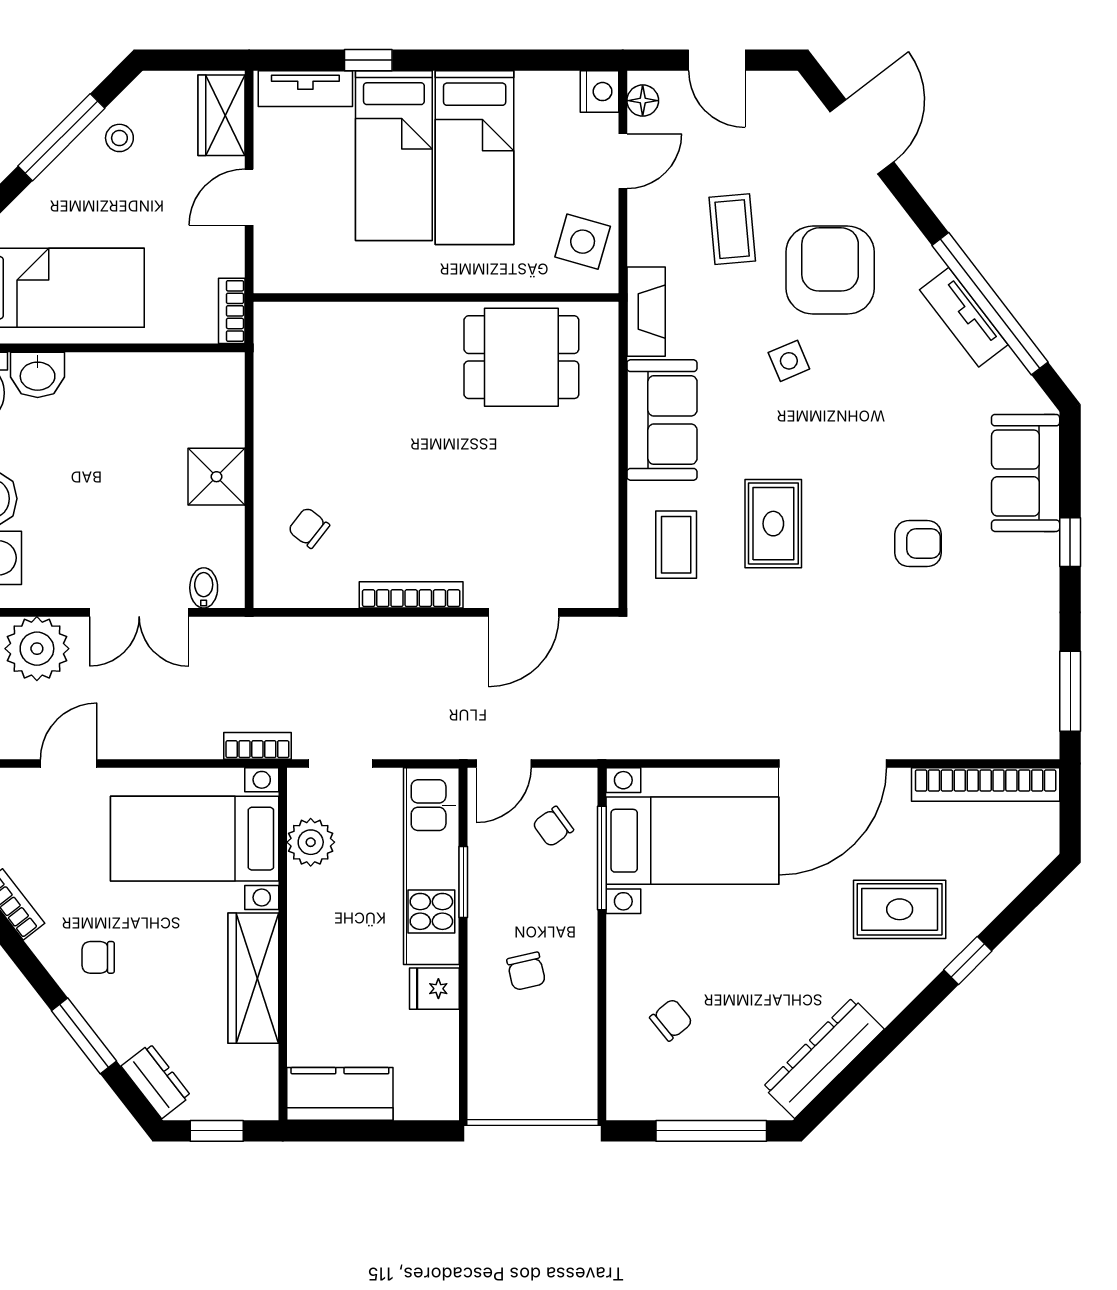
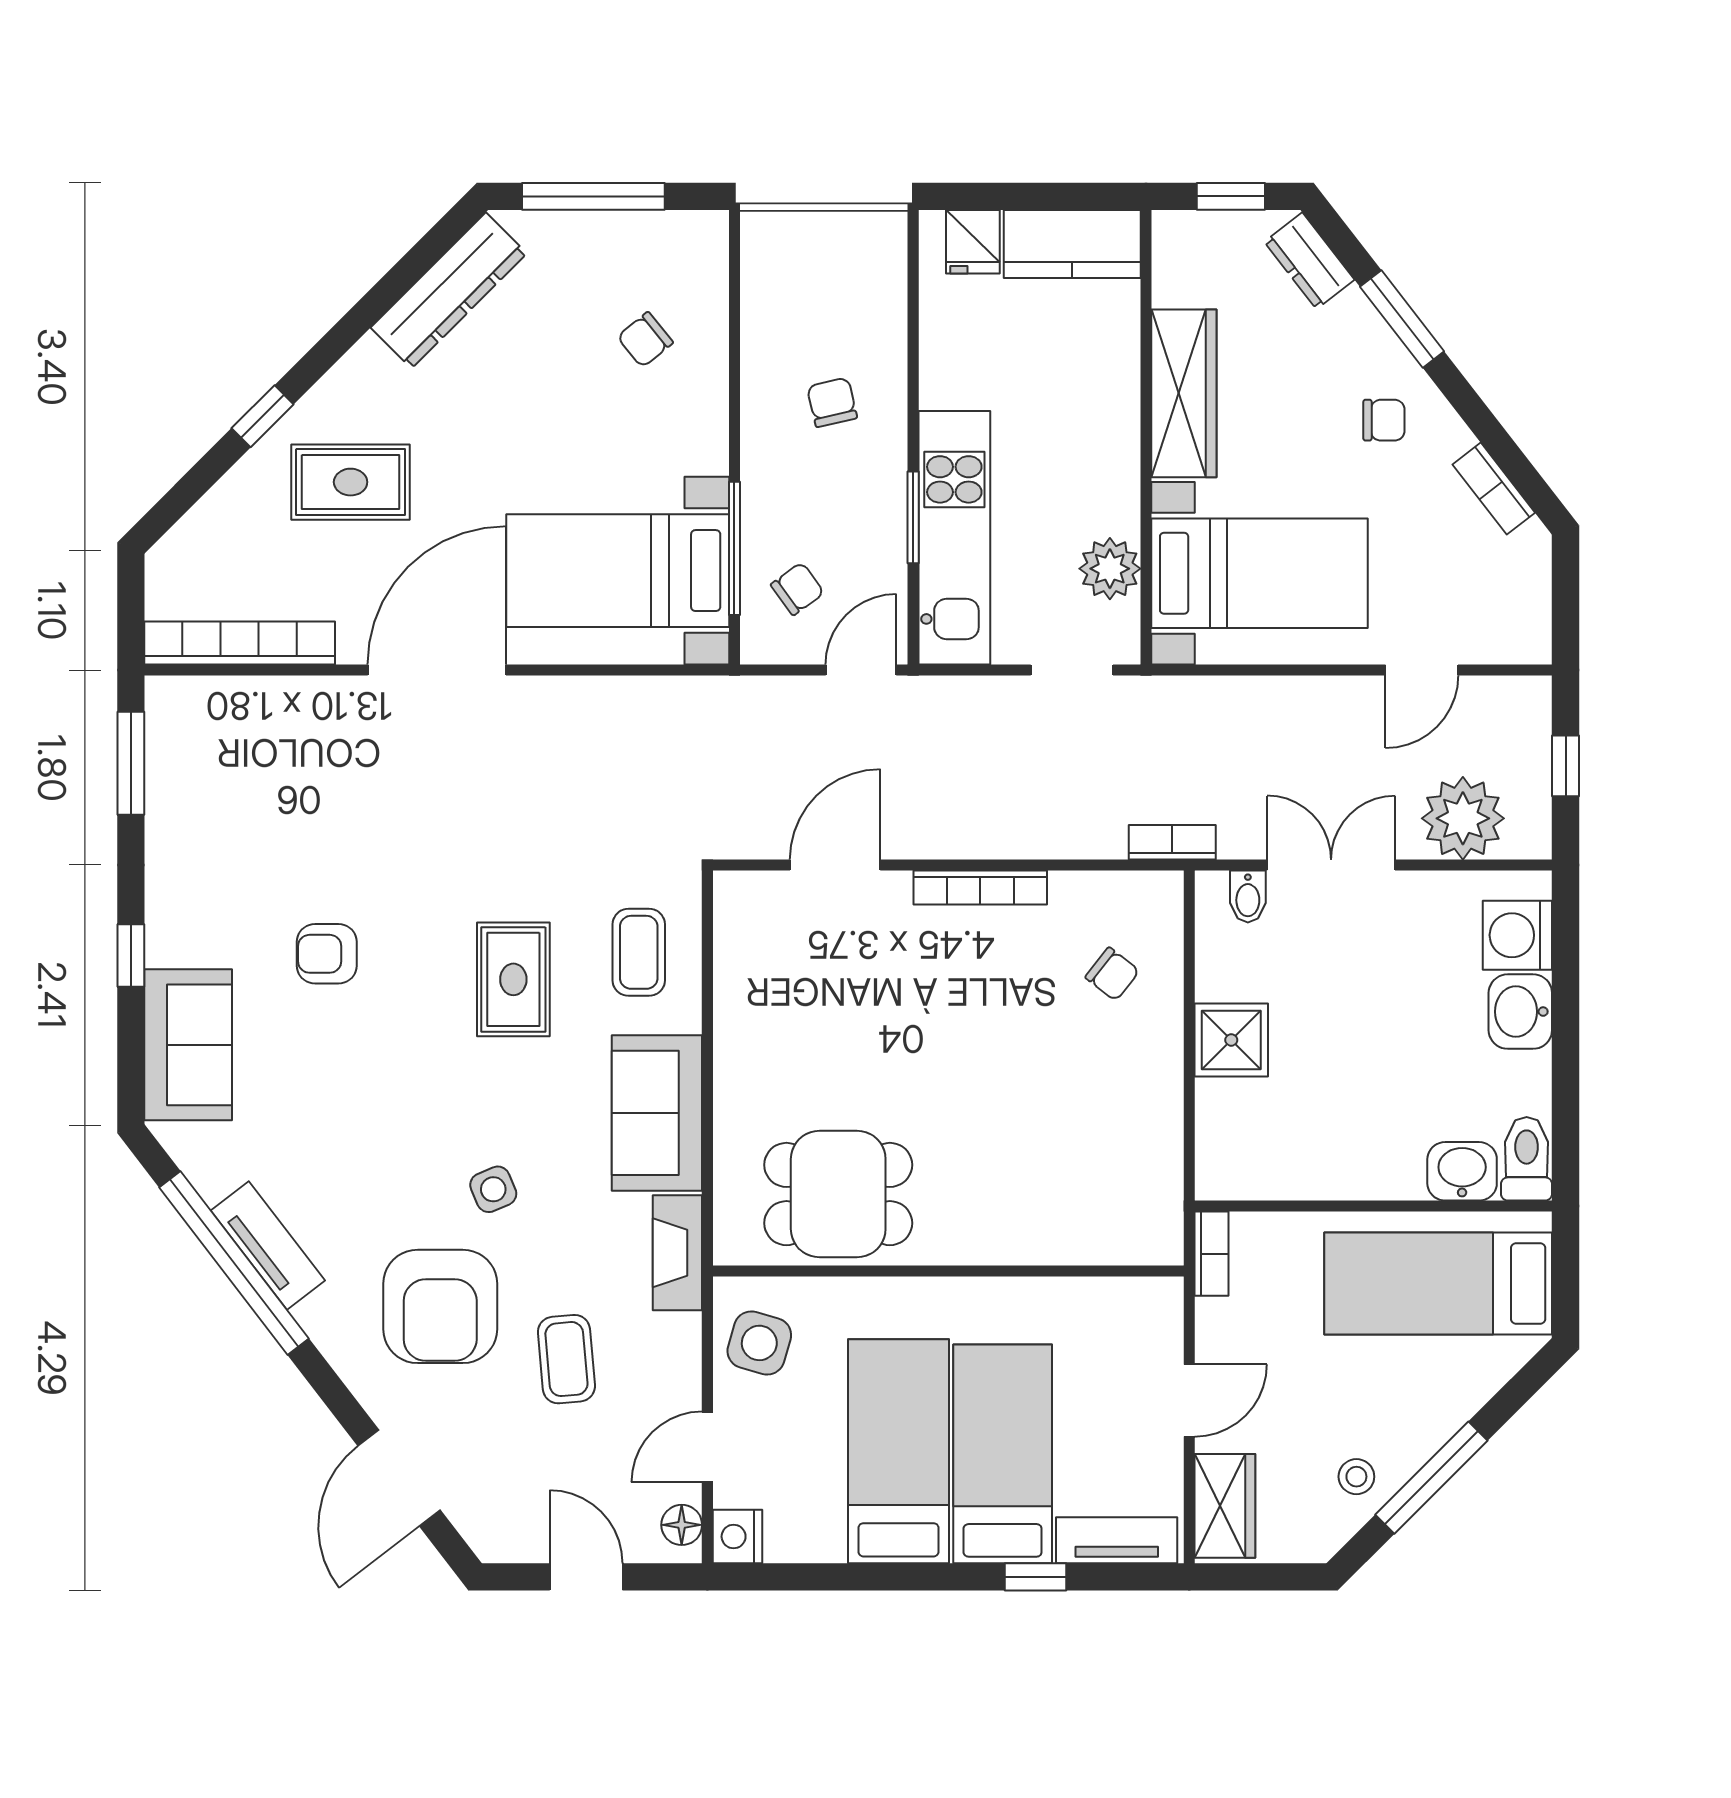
bookcase: (257, 746) -> (1172, 842), moved, turned 180
fridge: (434, 989) -> (973, 242), moved, turned 90

